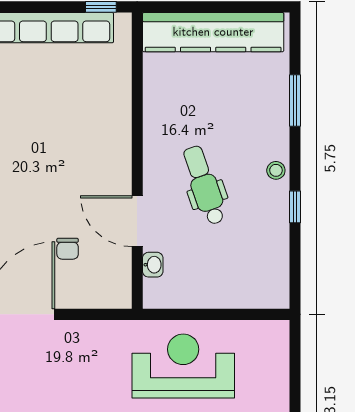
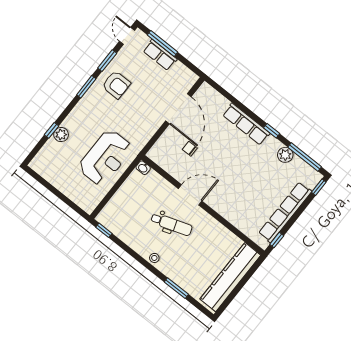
window: (295, 207) -> (104, 230), moved
door: (137, 221) -> (190, 195), moved
washbasin: (153, 265) -> (143, 168), moved

